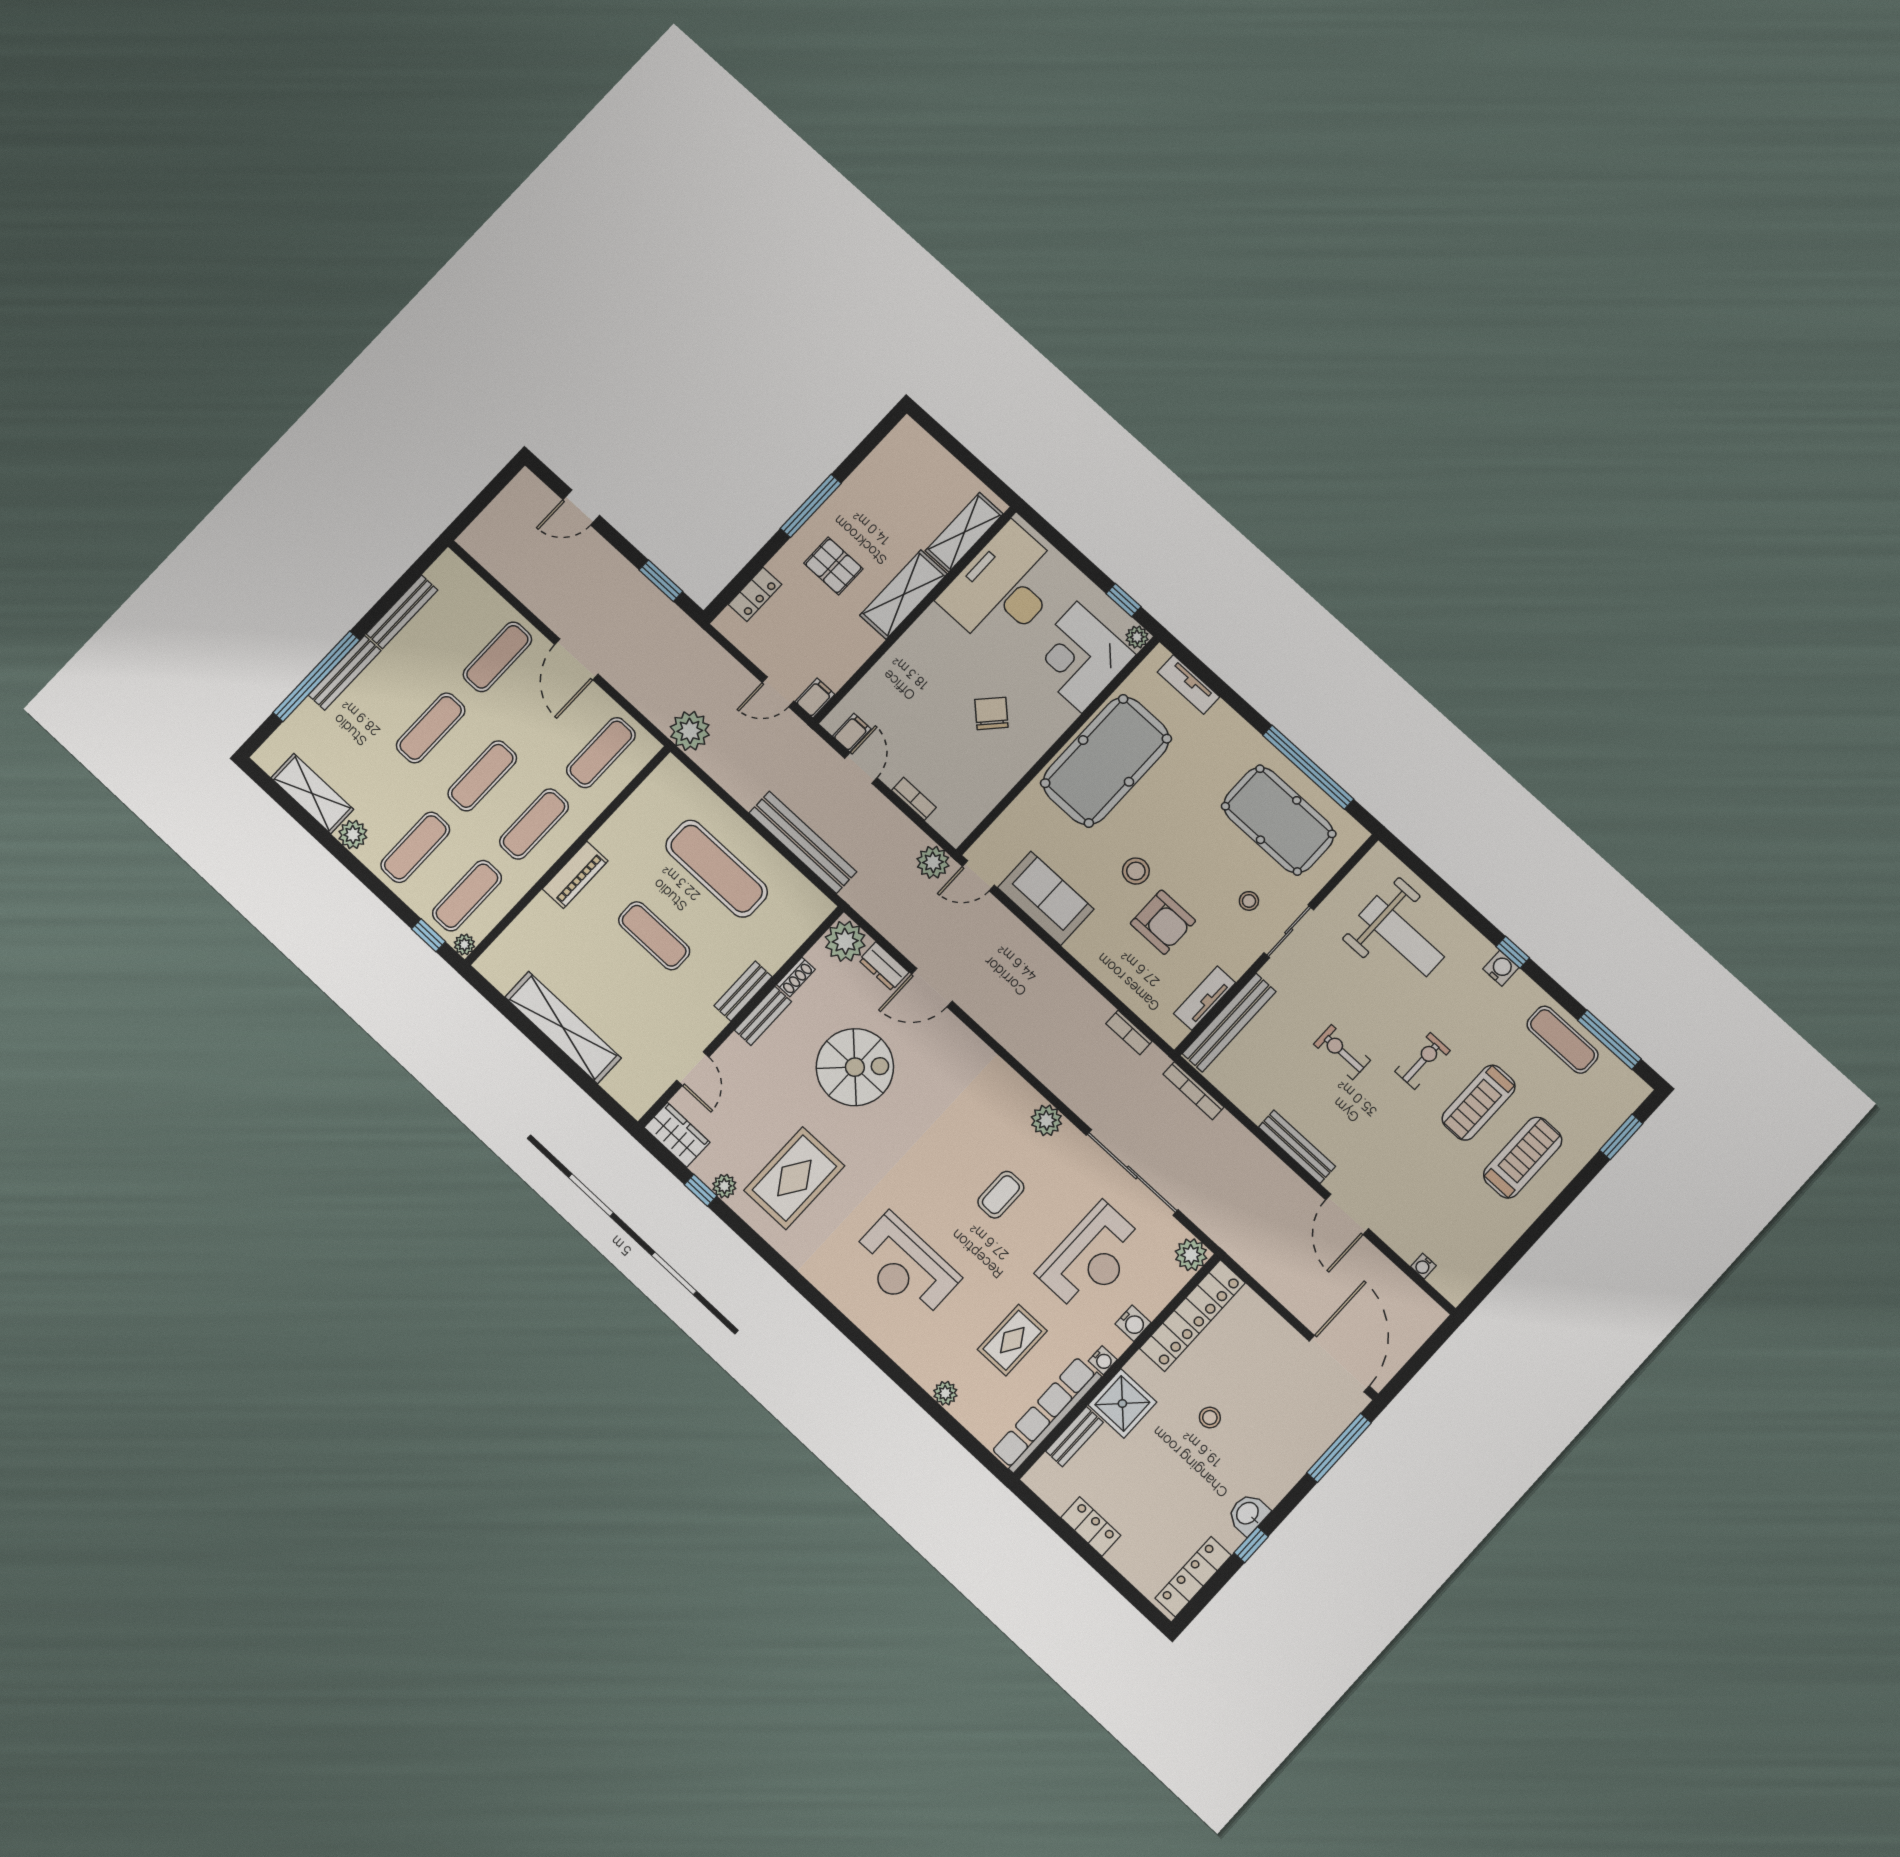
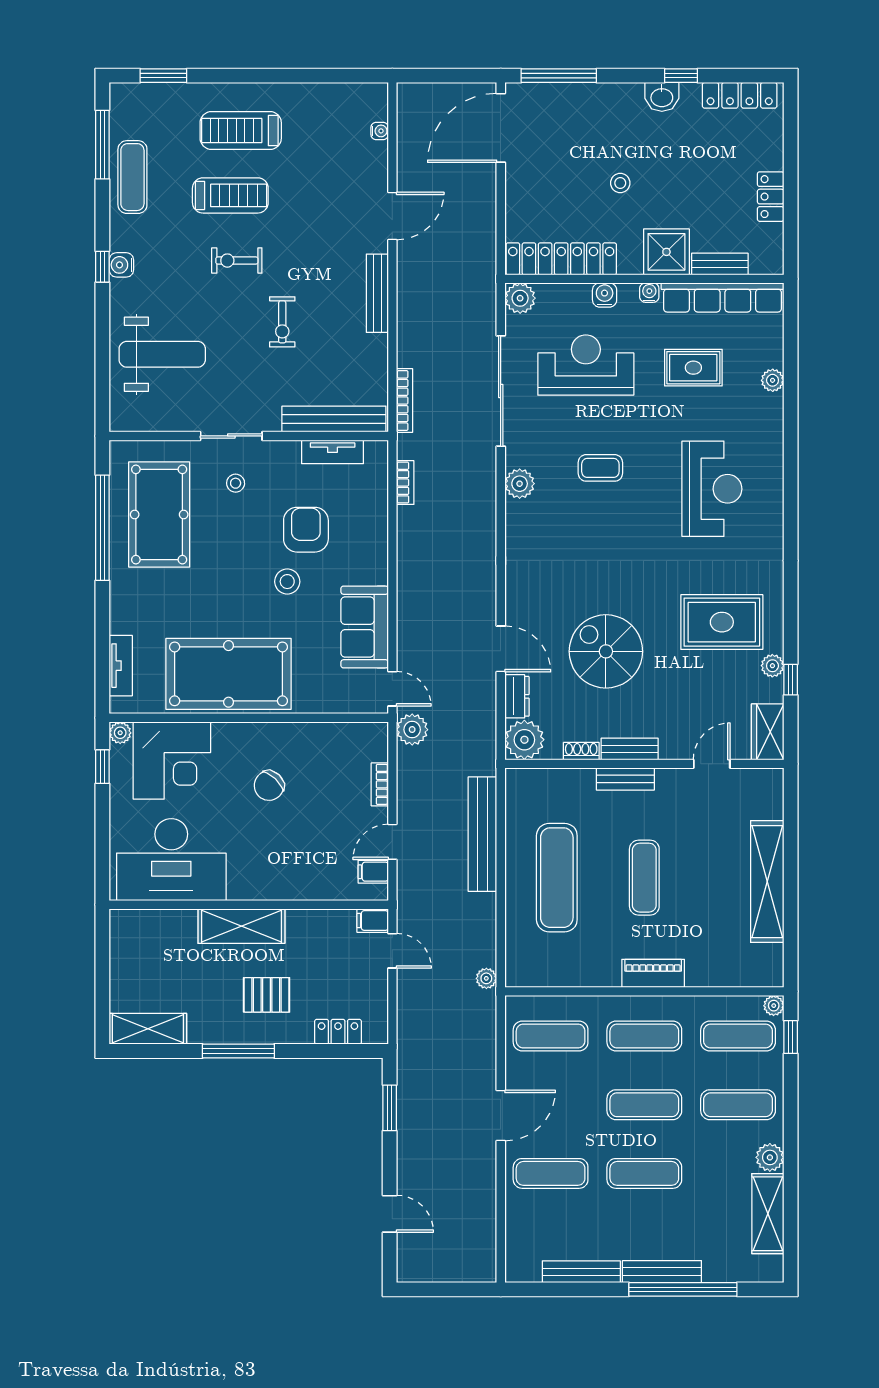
shelving: (964, 532) -> (148, 1029), moved
pallet: (833, 566) -> (267, 995), turned 90
plant: (690, 731) -> (486, 978), width x0.53, depth x0.53
weight bench: (1402, 936) -> (162, 354), turned 90

